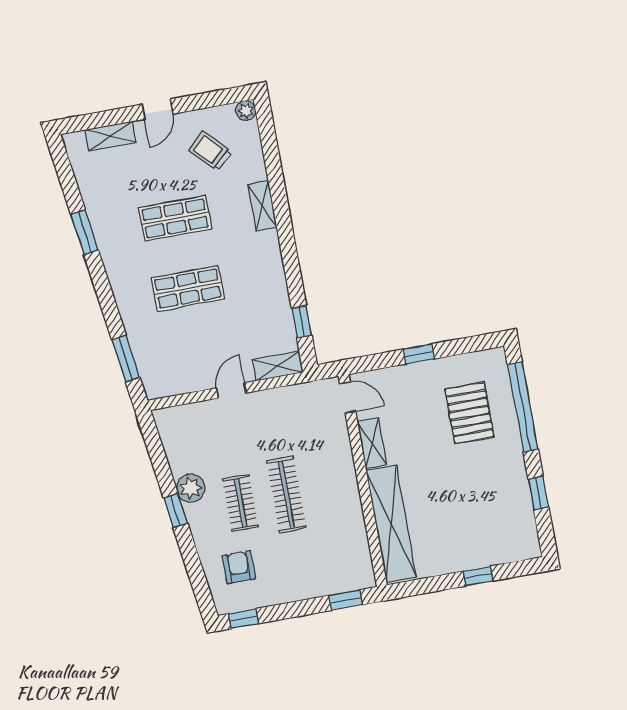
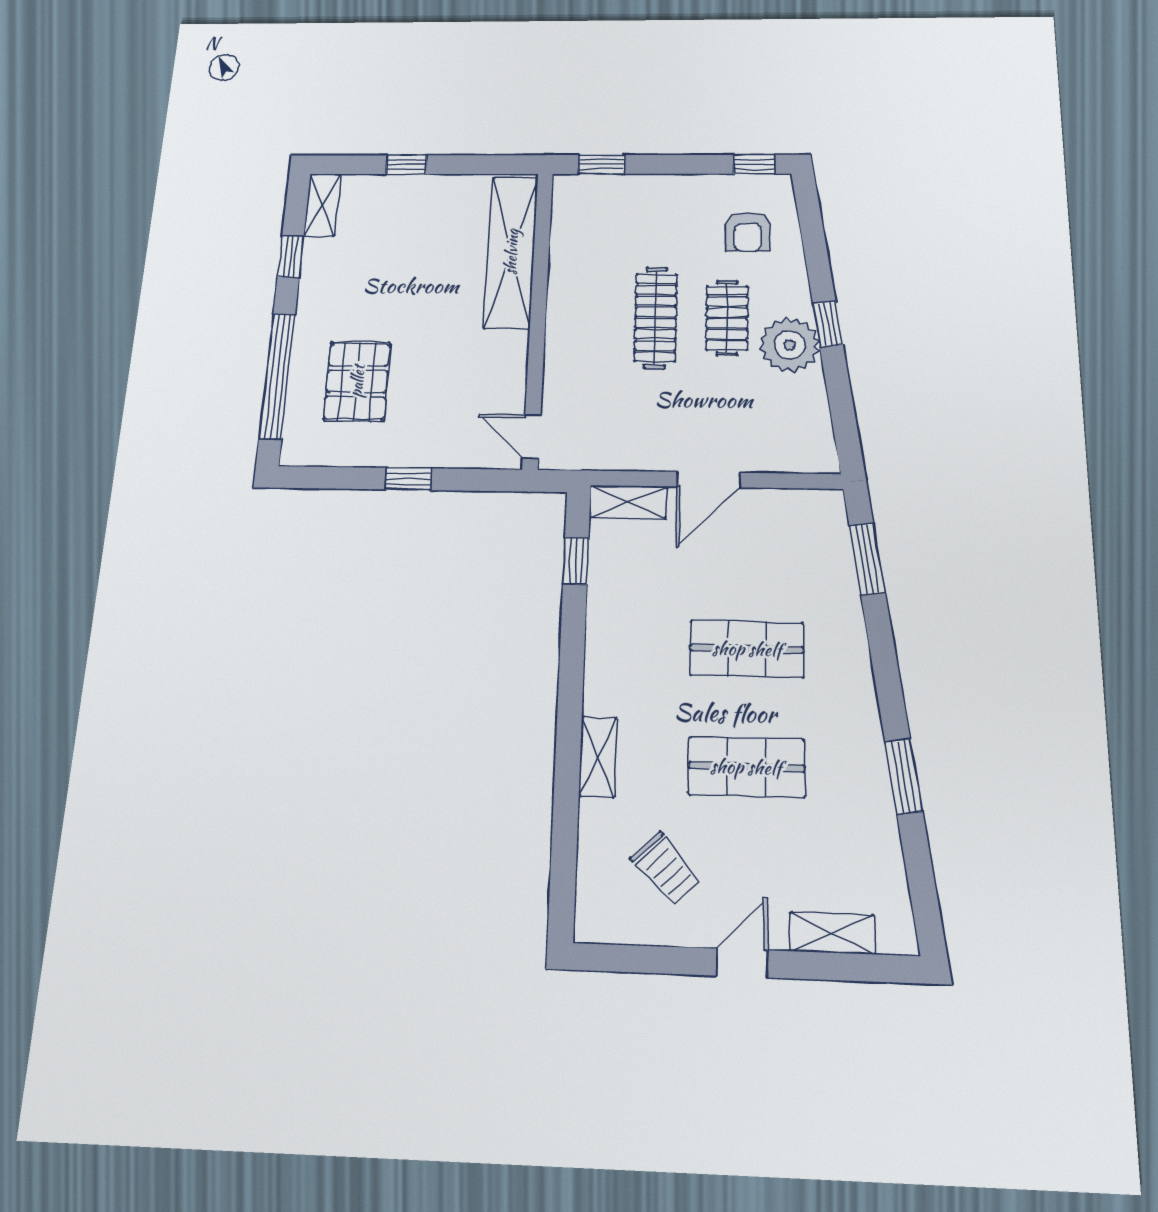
plant: (246, 111) -> (591, 926), removed
door: (231, 391) -> (708, 480), width x1.38
shelving: (372, 443) -> (322, 205), moved
plant: (191, 488) -> (790, 345), width x1.36, depth x1.36

